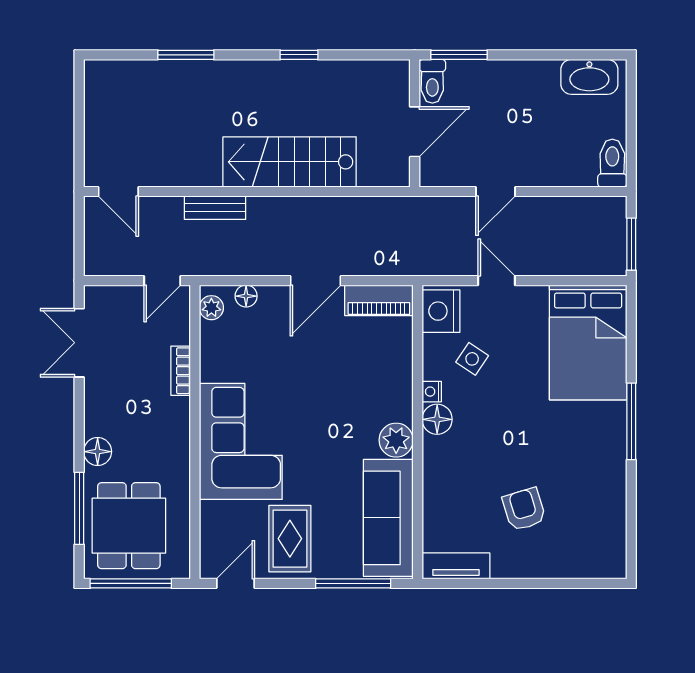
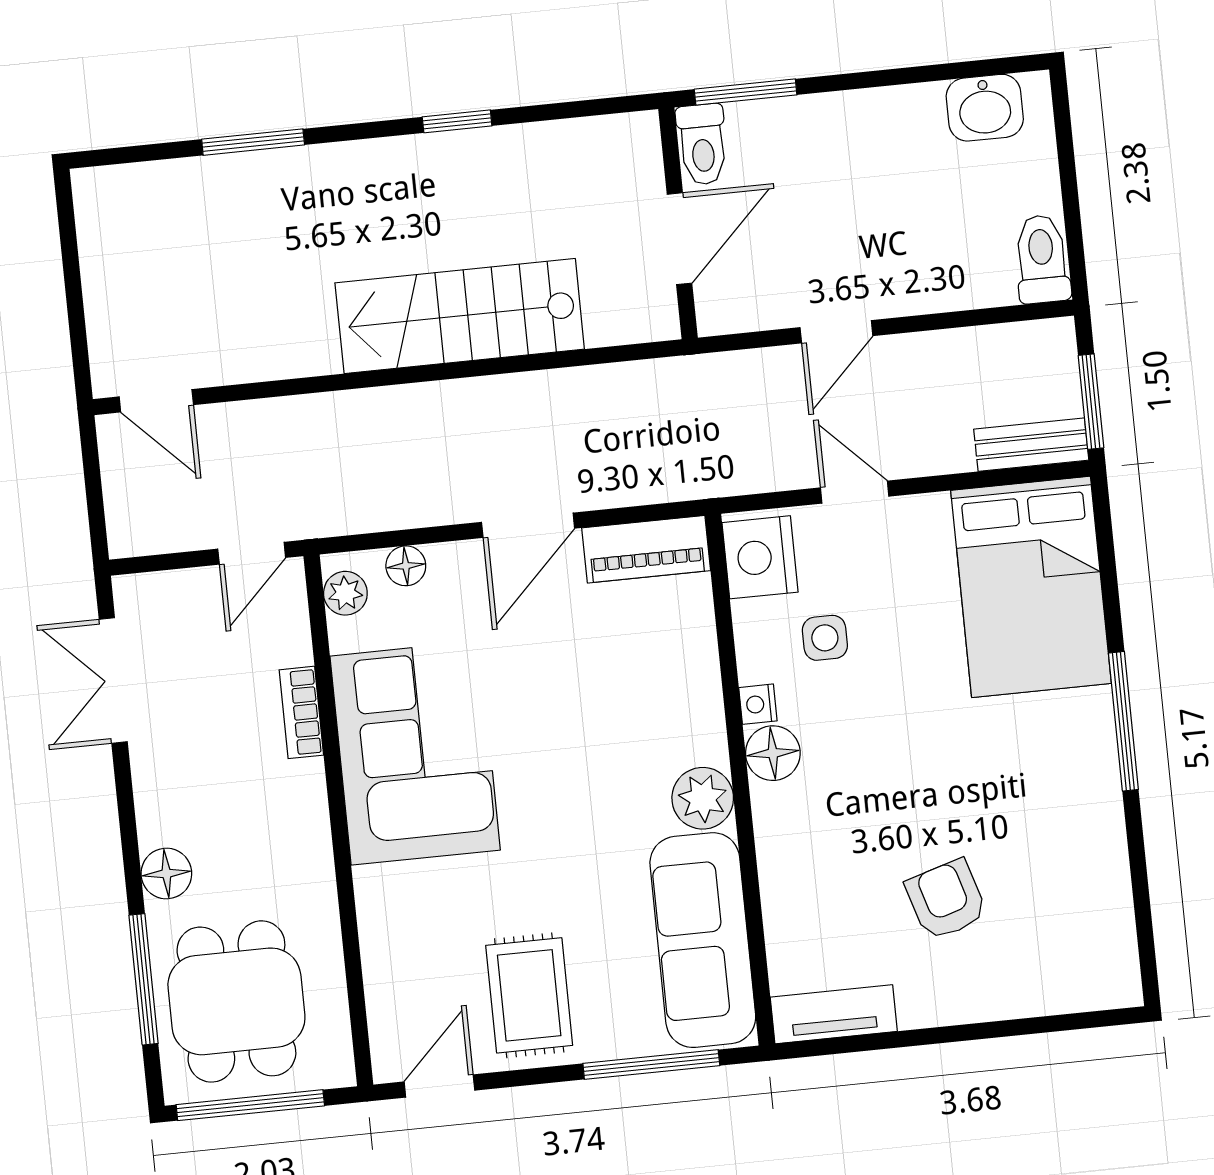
washbasin: (589, 77) -> (985, 108), width x0.72
bench: (215, 208) -> (1031, 445), moved
side table: (472, 359) -> (825, 638), turned -34
corner sofa: (241, 441) -> (415, 753), moved

